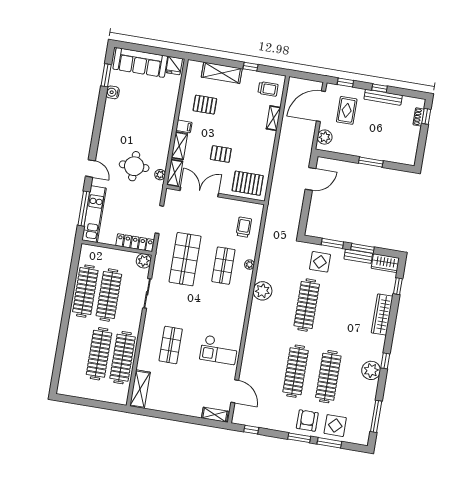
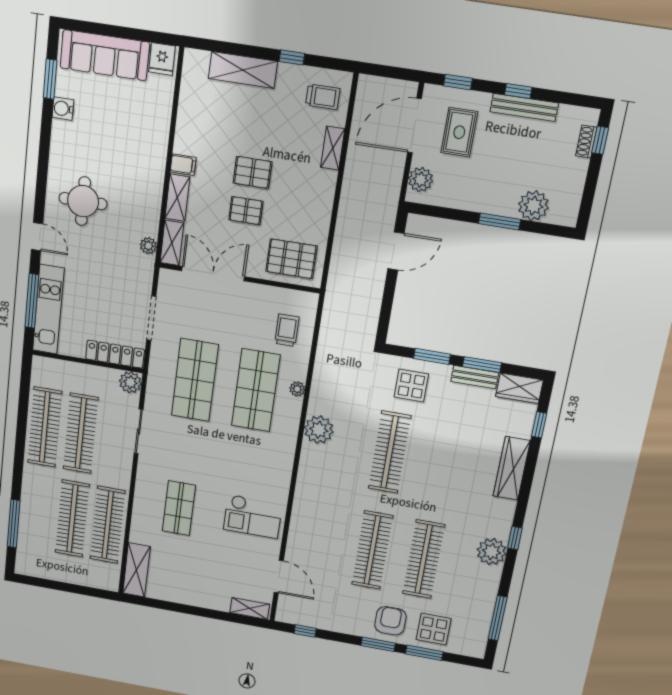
pallet: (205, 105) -> (253, 172), moved
plant: (390, 153) -> (533, 206), added
round table: (134, 166) -> (83, 201), moved
shop shelf: (223, 266) -> (256, 390), width x1.43, depth x1.36
window: (59, 358) -> (14, 524), added

